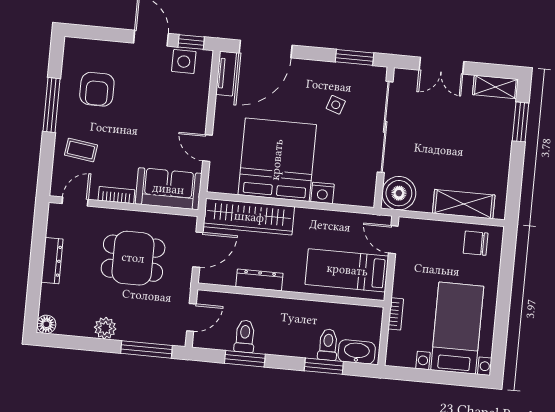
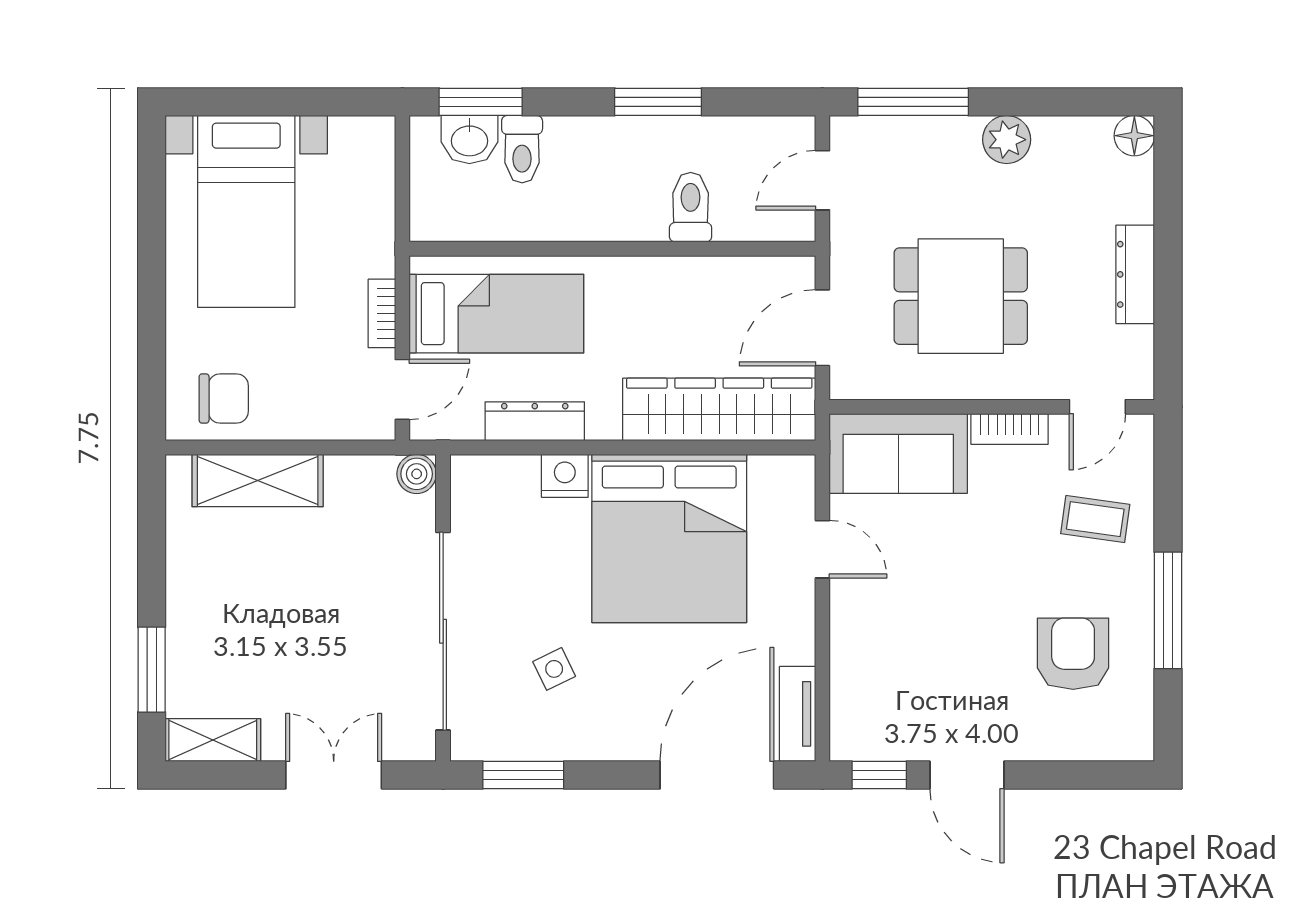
side table: (184, 62) -> (891, 731), removed
side table: (336, 105) -> (554, 669), turned 45
boiler: (399, 193) -> (417, 474), width x0.54, depth x0.54
door: (393, 240) -> (402, 389), hinge flipped
dresser: (259, 280) -> (535, 421), moved, turned 180
bookcase: (396, 314) -> (382, 313), moved
toilet: (245, 336) -> (691, 207), moved, turned 180
washbasin: (357, 352) -> (469, 140), width x0.72
window: (245, 359) -> (658, 102), moved
window: (324, 366) -> (481, 102), moved

